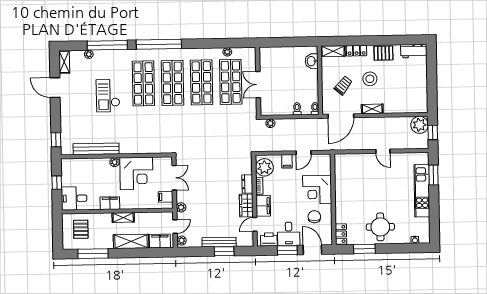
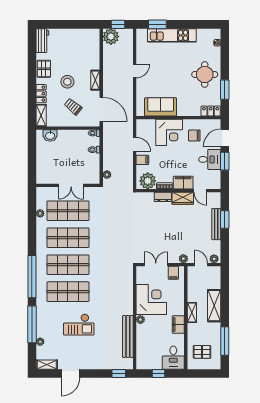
sofa: (344, 180) -> (161, 107), added
printer: (269, 239) -> (214, 178), removed
filing cabinet: (160, 241) -> (214, 279), removed

